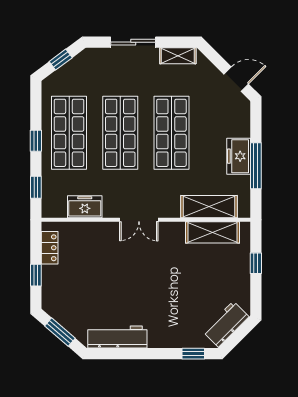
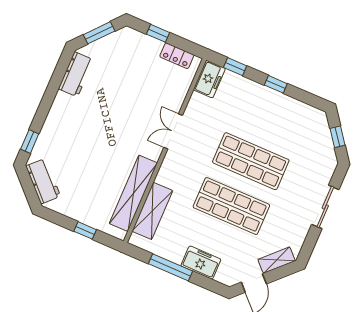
shelving: (178, 56) -> (277, 260), moved, turned 45
shop shelf: (69, 133) -> (270, 116), removed
freezer: (239, 156) -> (201, 263), moved
freezer: (85, 207) -> (209, 79), moved
double door: (139, 220) -> (173, 131), moved
shelving: (213, 232) -> (133, 193), width x1.47
workbench: (117, 337) -> (76, 74), width x0.73

